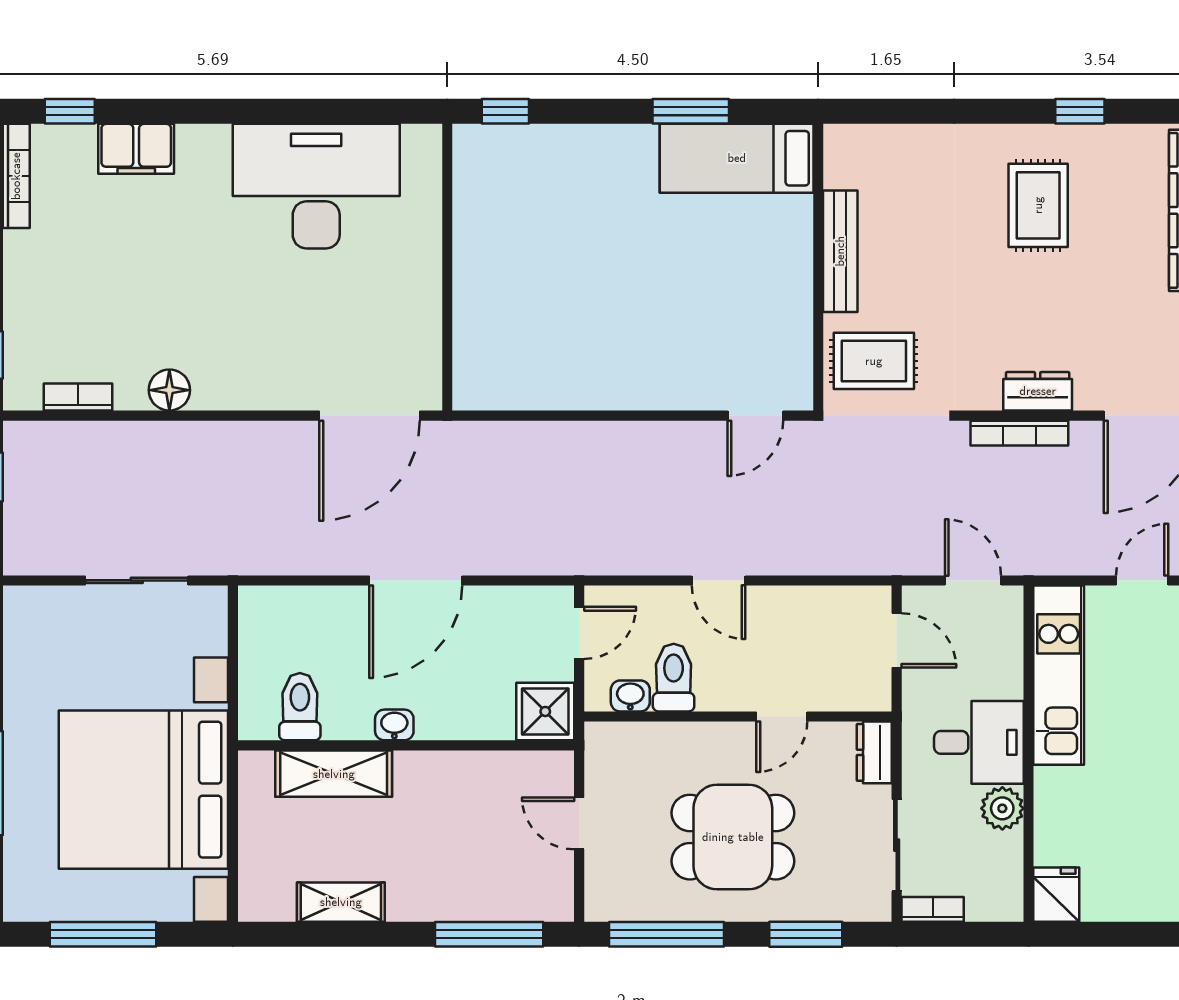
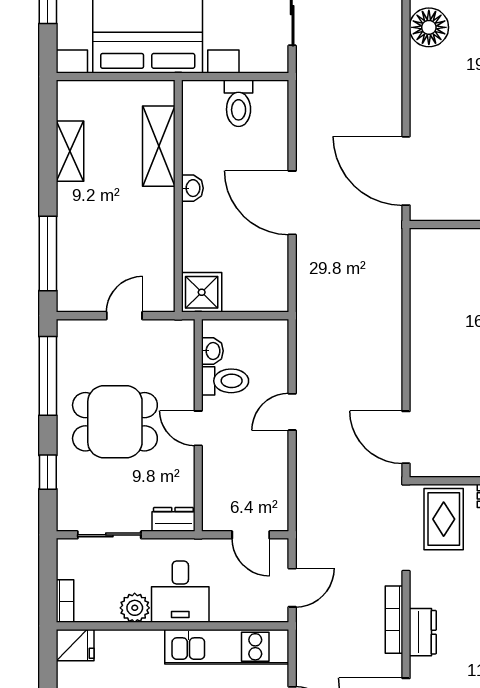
floor lamp: (169, 390) -> (429, 27), width x1.38, depth x1.38
door: (755, 416) -> (406, 437), width x1.38
door: (579, 633) -> (256, 316), removed
door: (897, 640) -> (251, 535), hinge flipped
toilet: (300, 707) -> (239, 103), moved, turned 90
door: (782, 716) -> (198, 428), moved
dining table: (733, 837) -> (115, 422), turned 90
bookcase: (933, 909) -> (65, 601), moved
window: (806, 934) -> (48, 472), width x0.67

